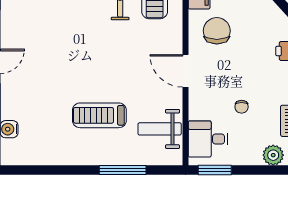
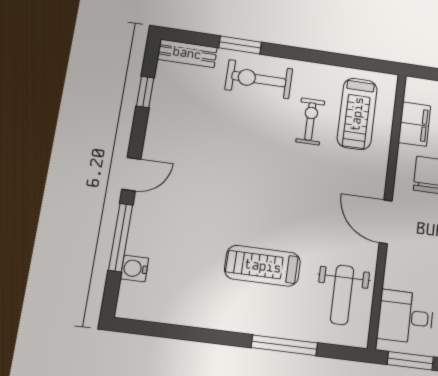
weight bench: (160, 129) -> (342, 295), turned -90

